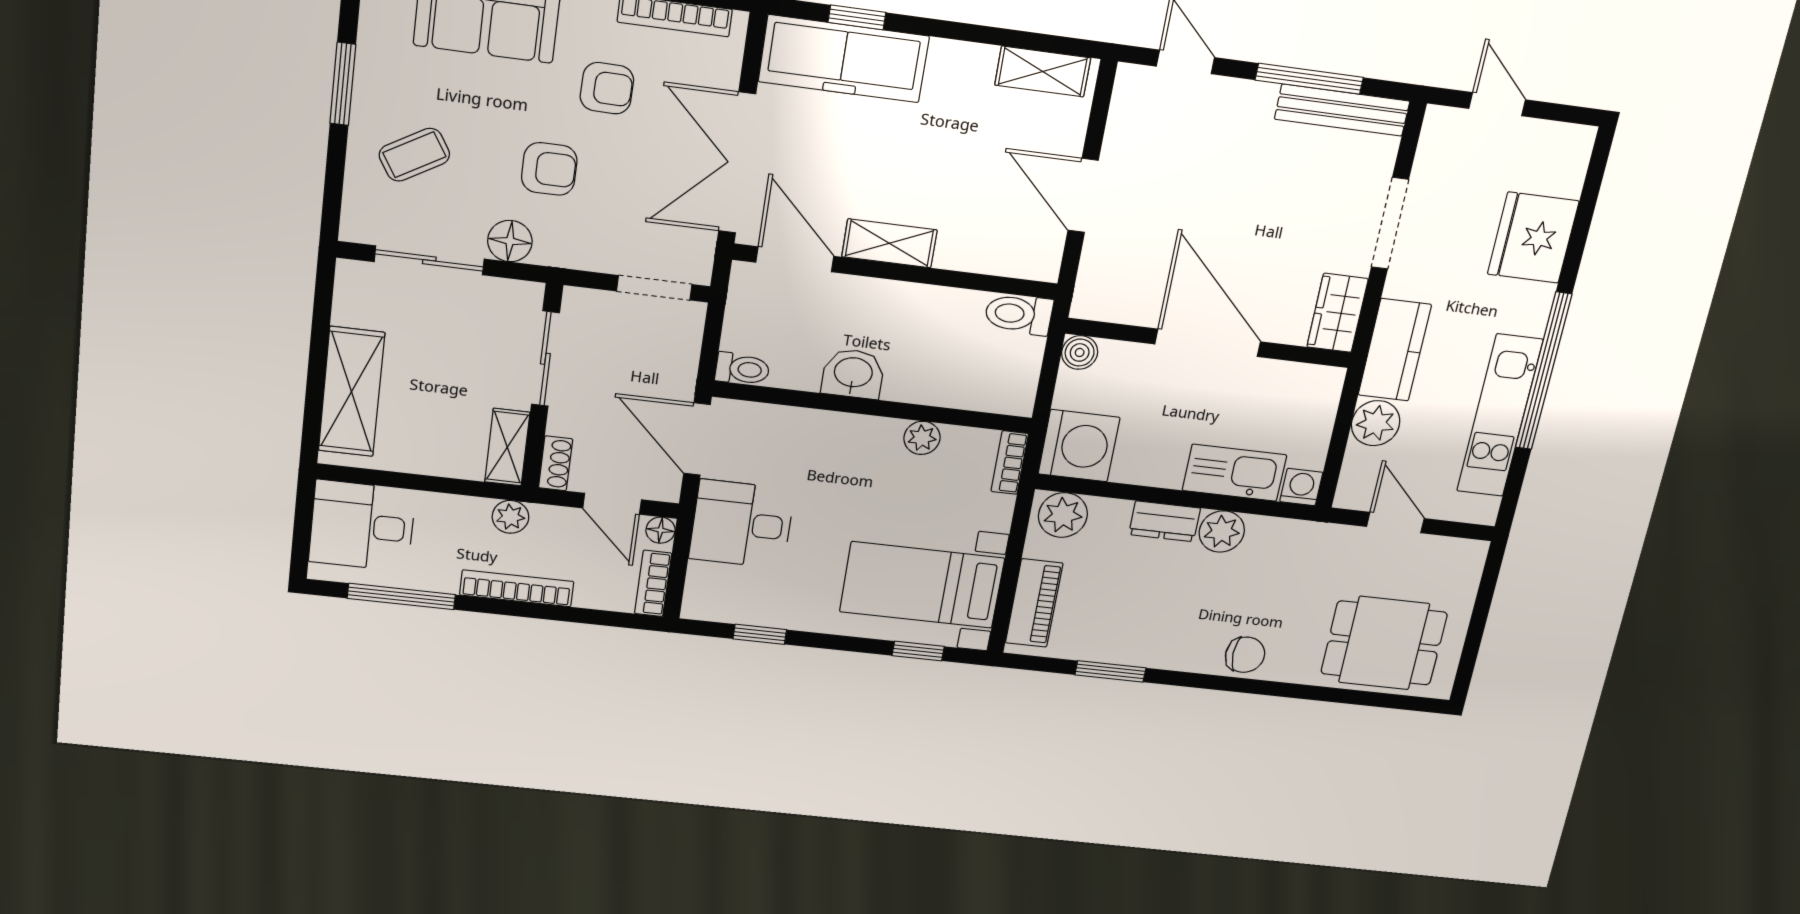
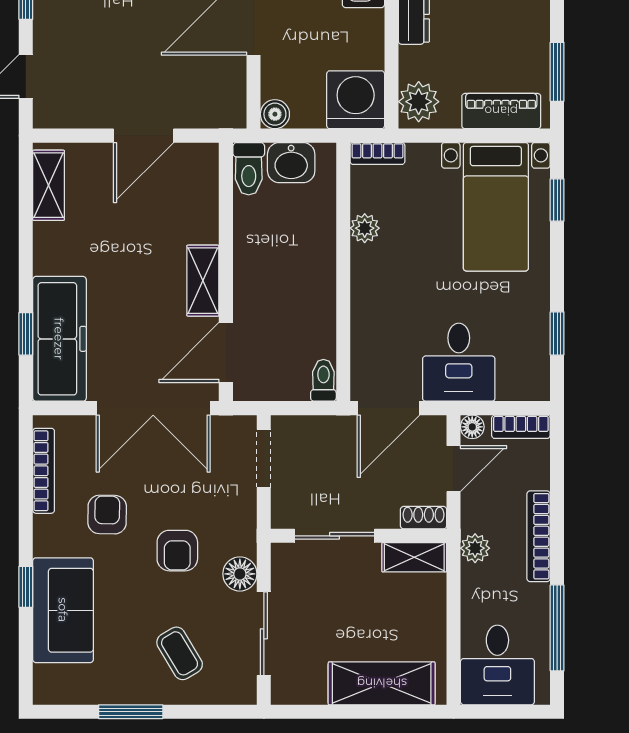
armchair: (549, 169) -> (177, 551), turned 180
washbasin: (853, 374) -> (291, 163), moved, turned -90
window: (1110, 671) -> (557, 72), moved

